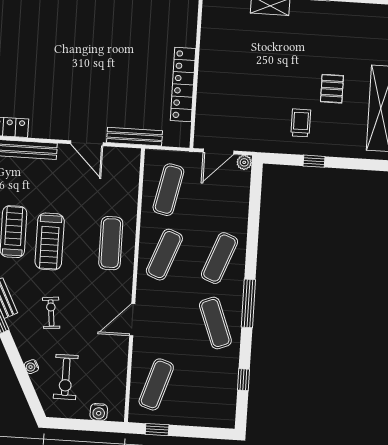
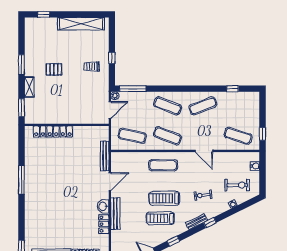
locker: (183, 84) -> (53, 132), moved
pallet: (332, 89) -> (54, 69), moved
washbasin: (42, 128) -> (103, 206), added
door: (219, 151) -> (110, 110), hinge flipped
treadmill: (50, 241) -> (164, 198), turned 180
window: (248, 303) -> (133, 89), moved

